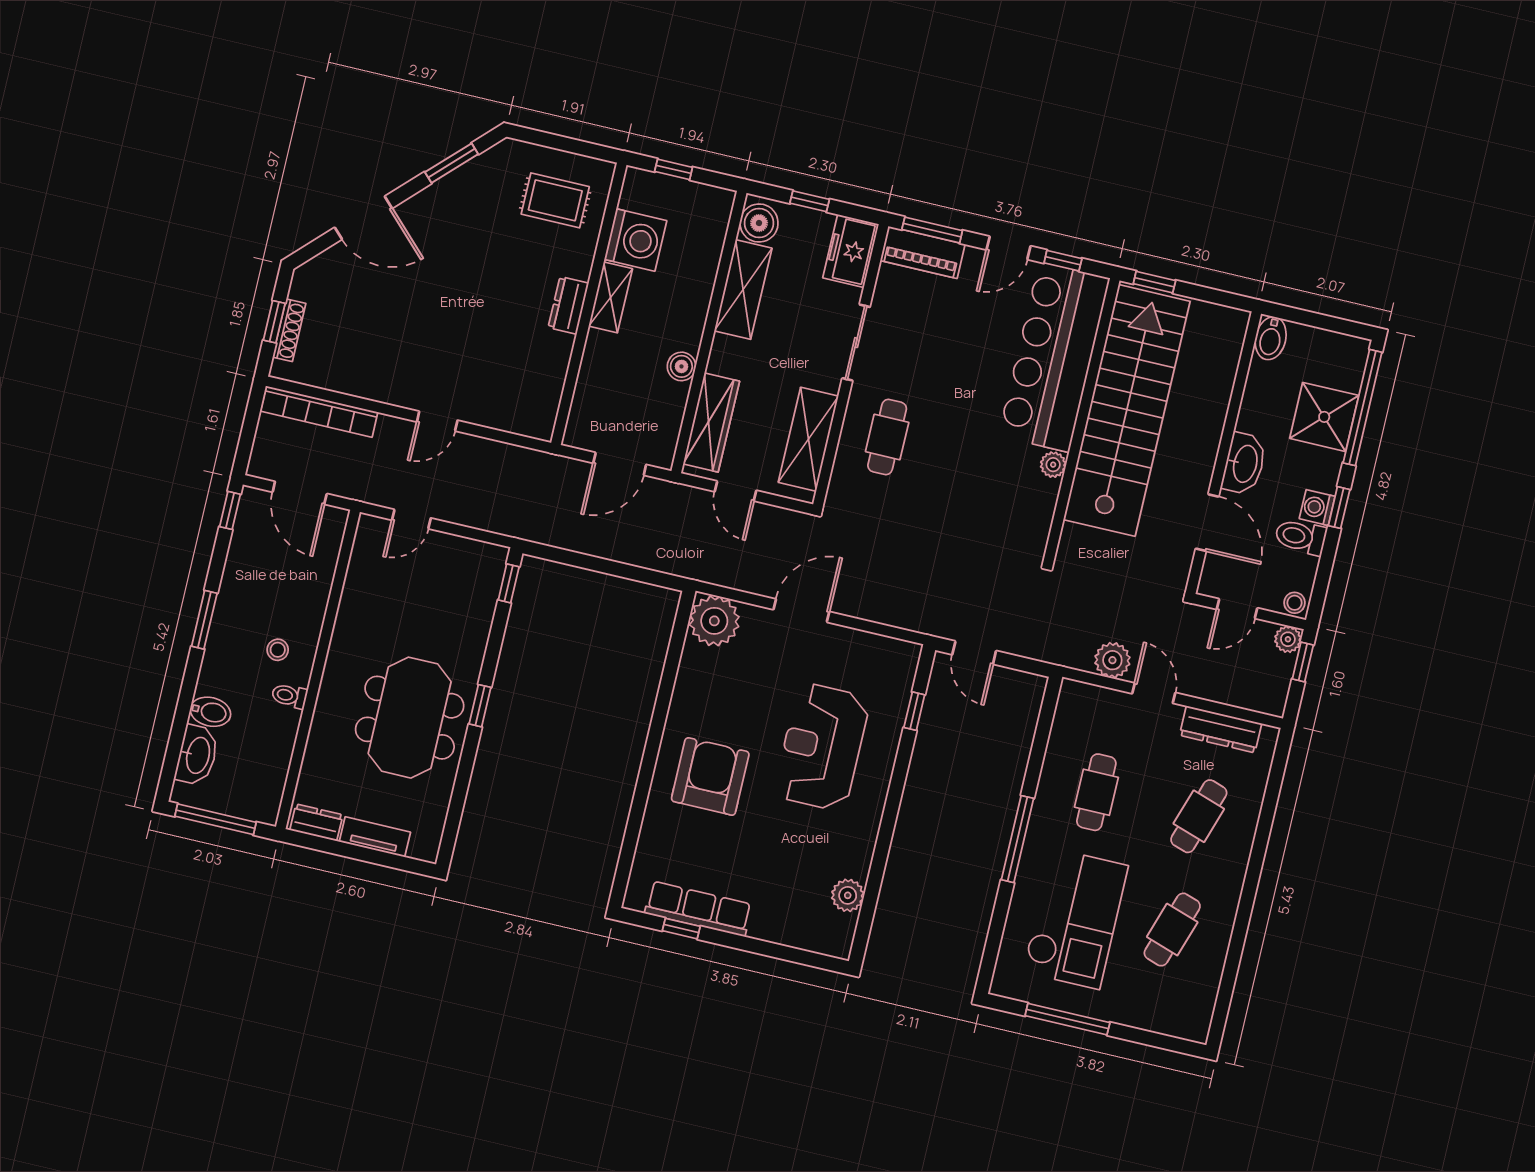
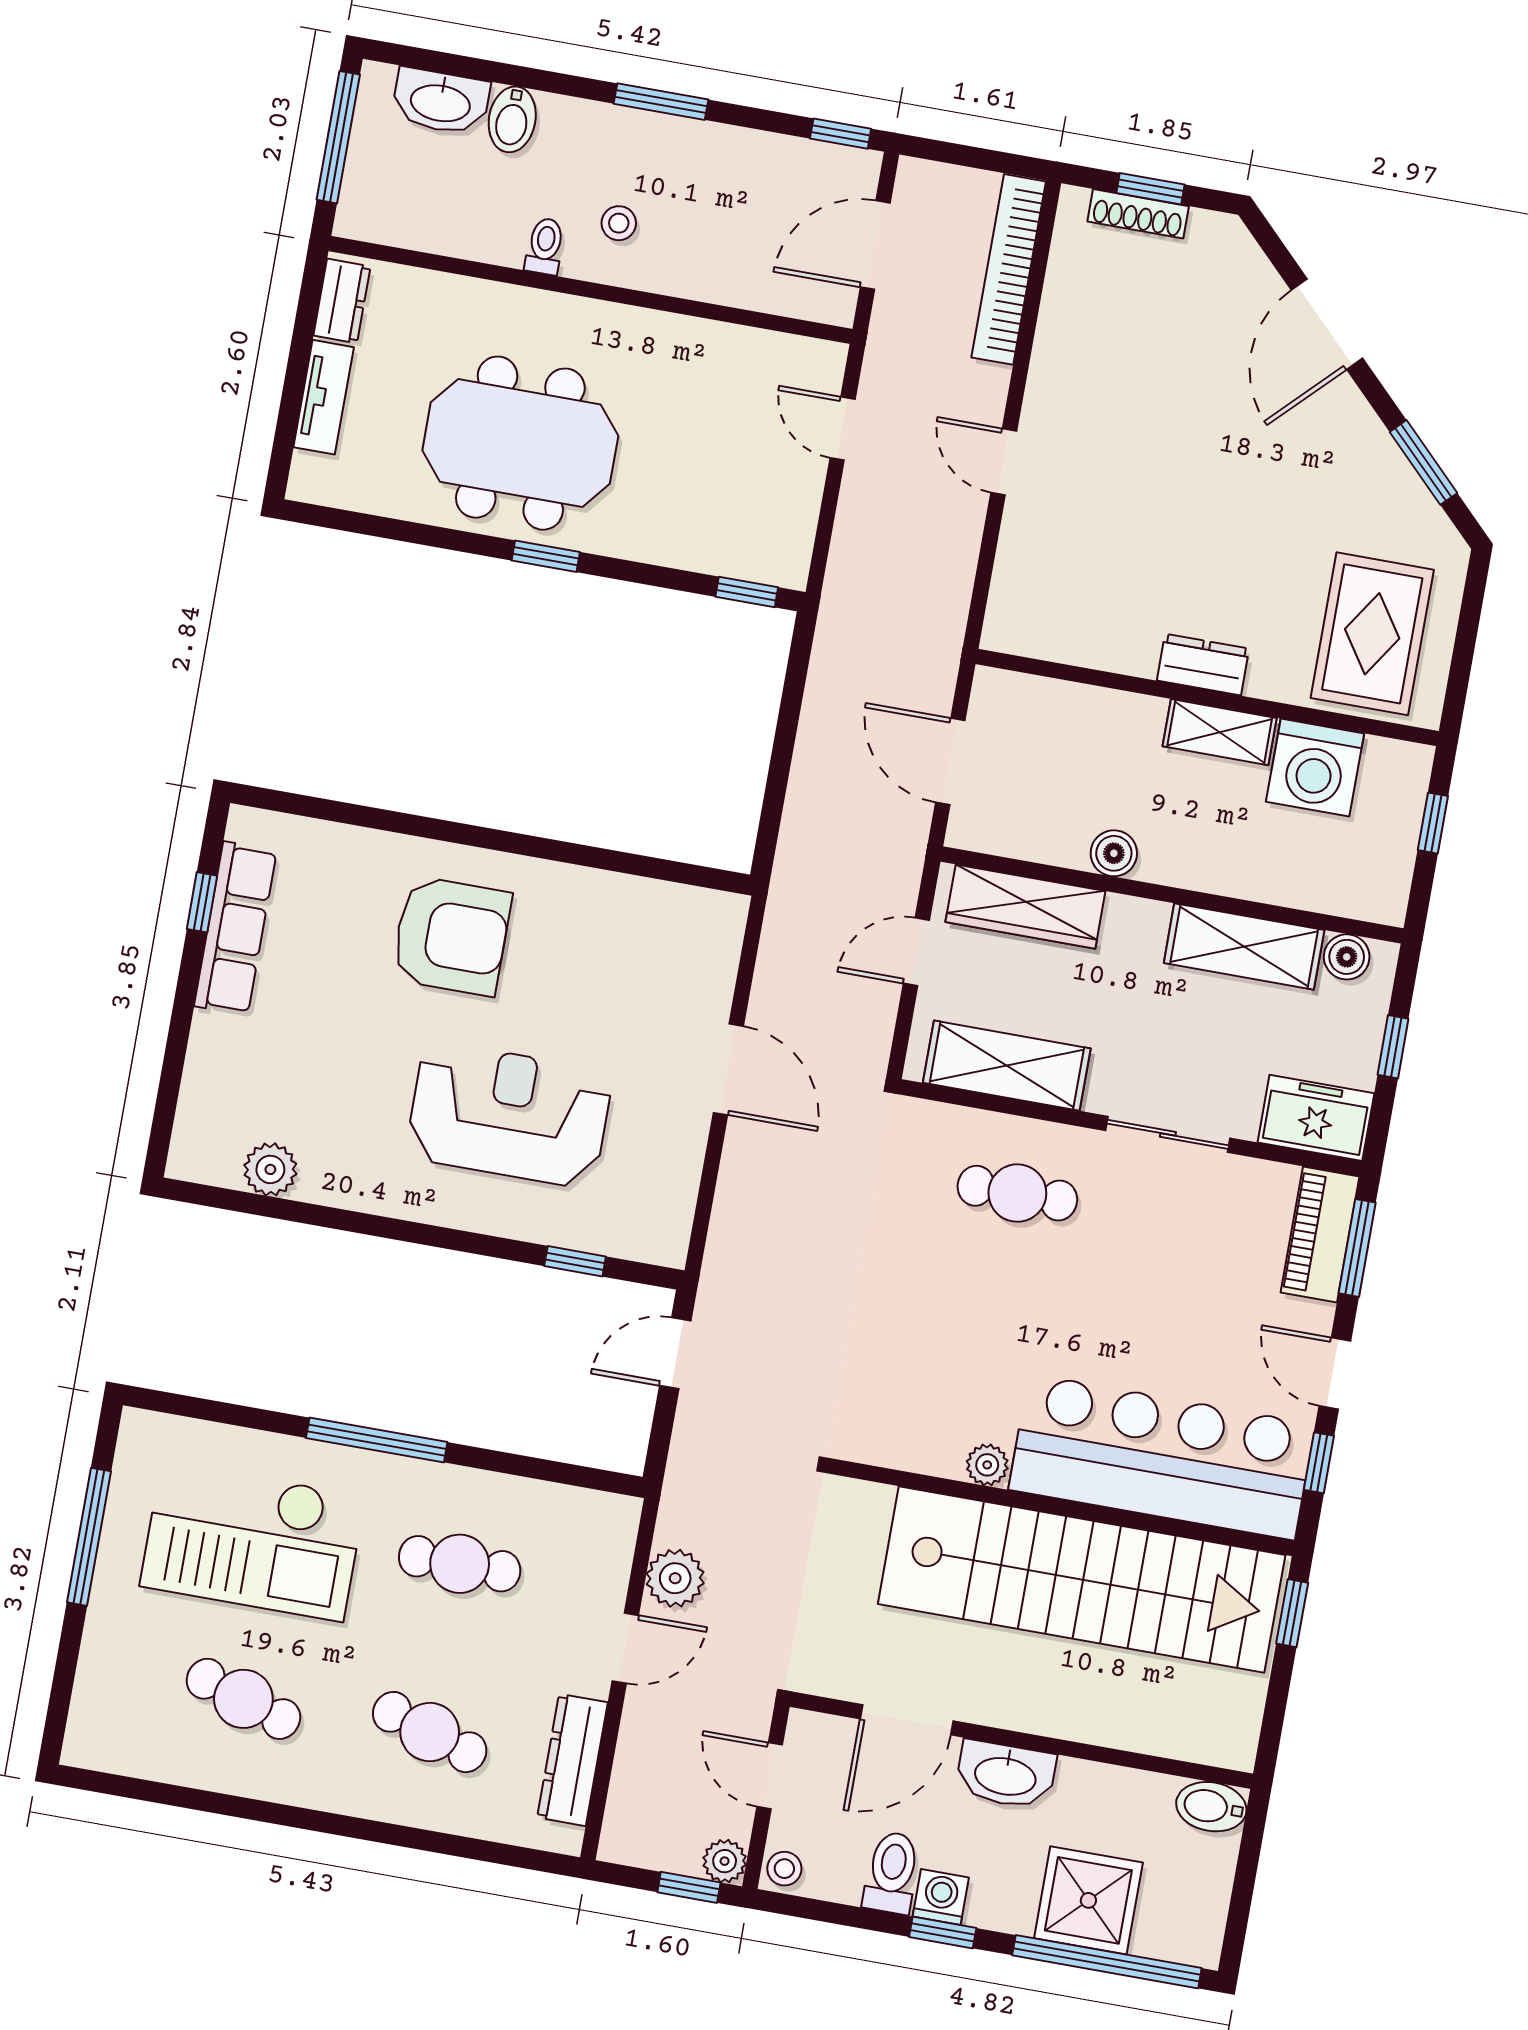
rug: (555, 200) -> (1372, 634), width x1.36, depth x1.43
boiler: (759, 223) -> (1347, 957), width x0.73, depth x0.73
plant: (714, 621) -> (704, 929), removed

